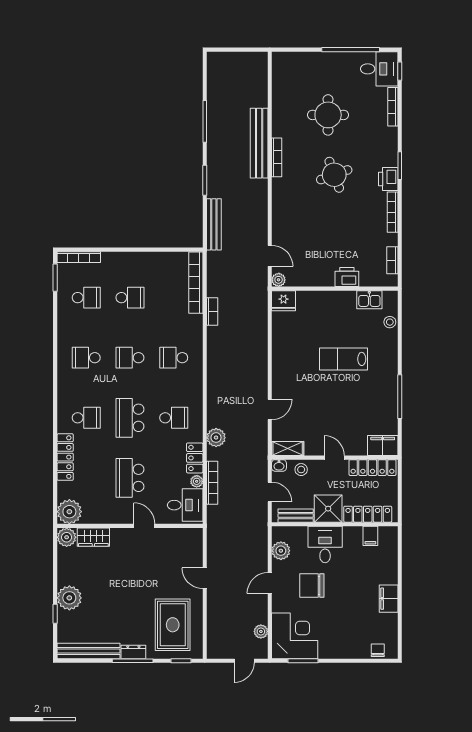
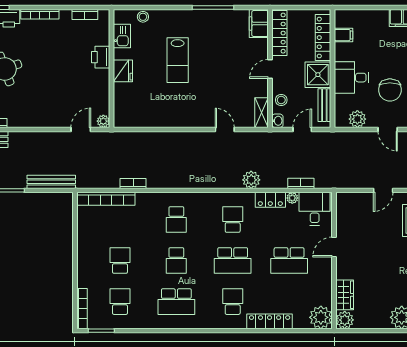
fridge: (283, 301) -> (123, 71), moved
school desk: (86, 358) -> (176, 302), width x1.85
bookcase: (212, 483) -> (301, 183), width x0.64

